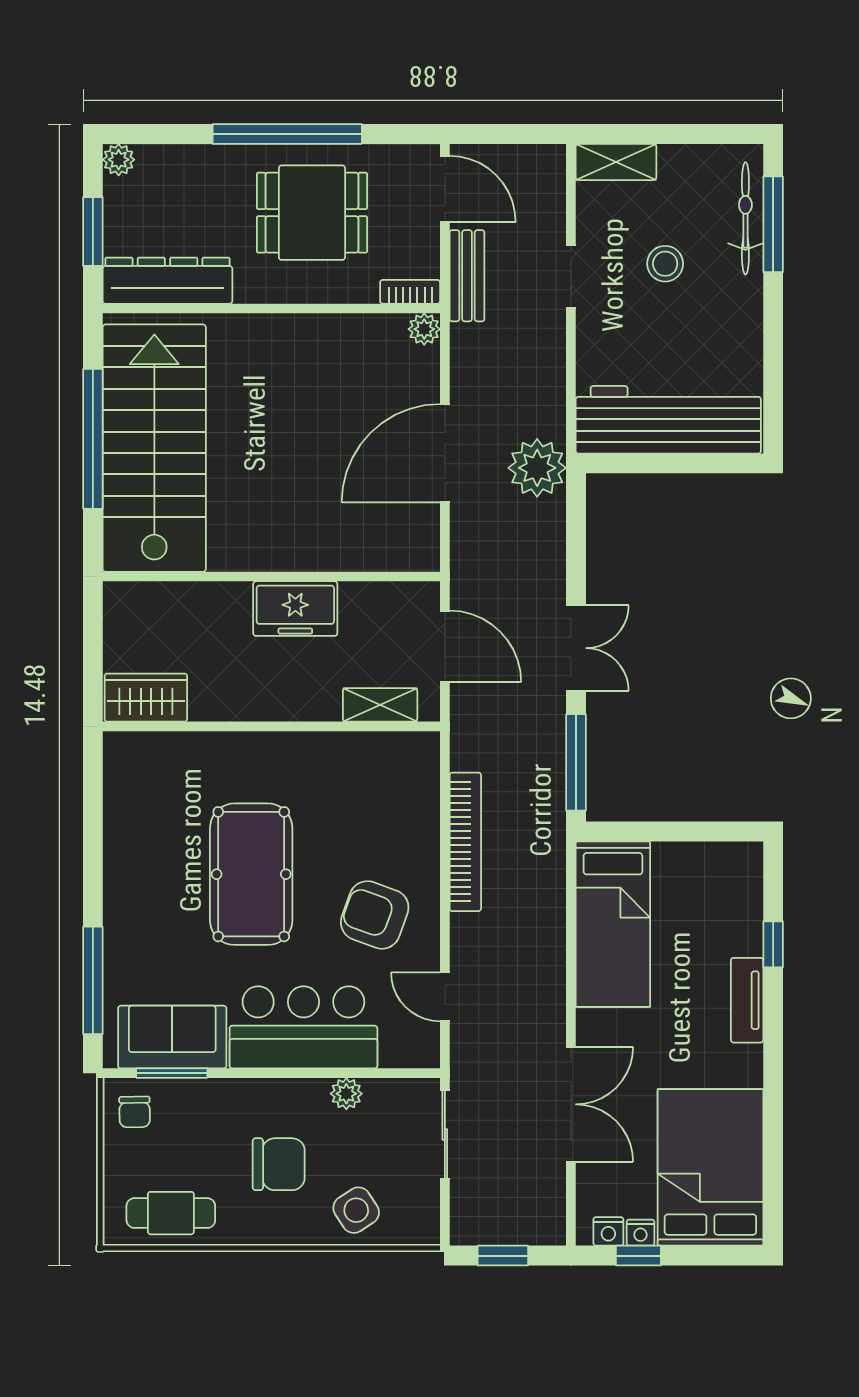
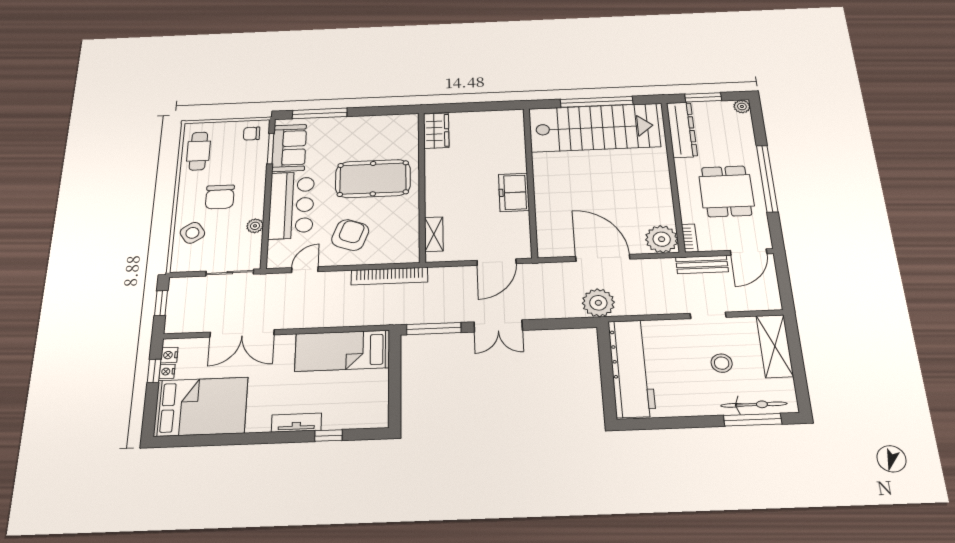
shelving: (616, 162) -> (775, 346), width x1.50, depth x1.33
plant: (424, 329) -> (662, 239), width x1.88, depth x1.88
wardrobe: (146, 698) -> (436, 131), moved
shelving: (380, 705) -> (434, 234), moved
wall: (271, 726) -> (422, 185), moved

